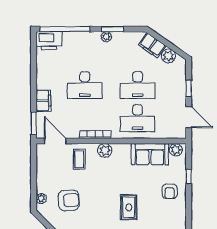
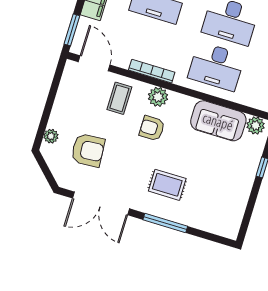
armchair: (170, 191) -> (152, 128), moved, turned 90
rug: (129, 207) -> (167, 185), turned 90

